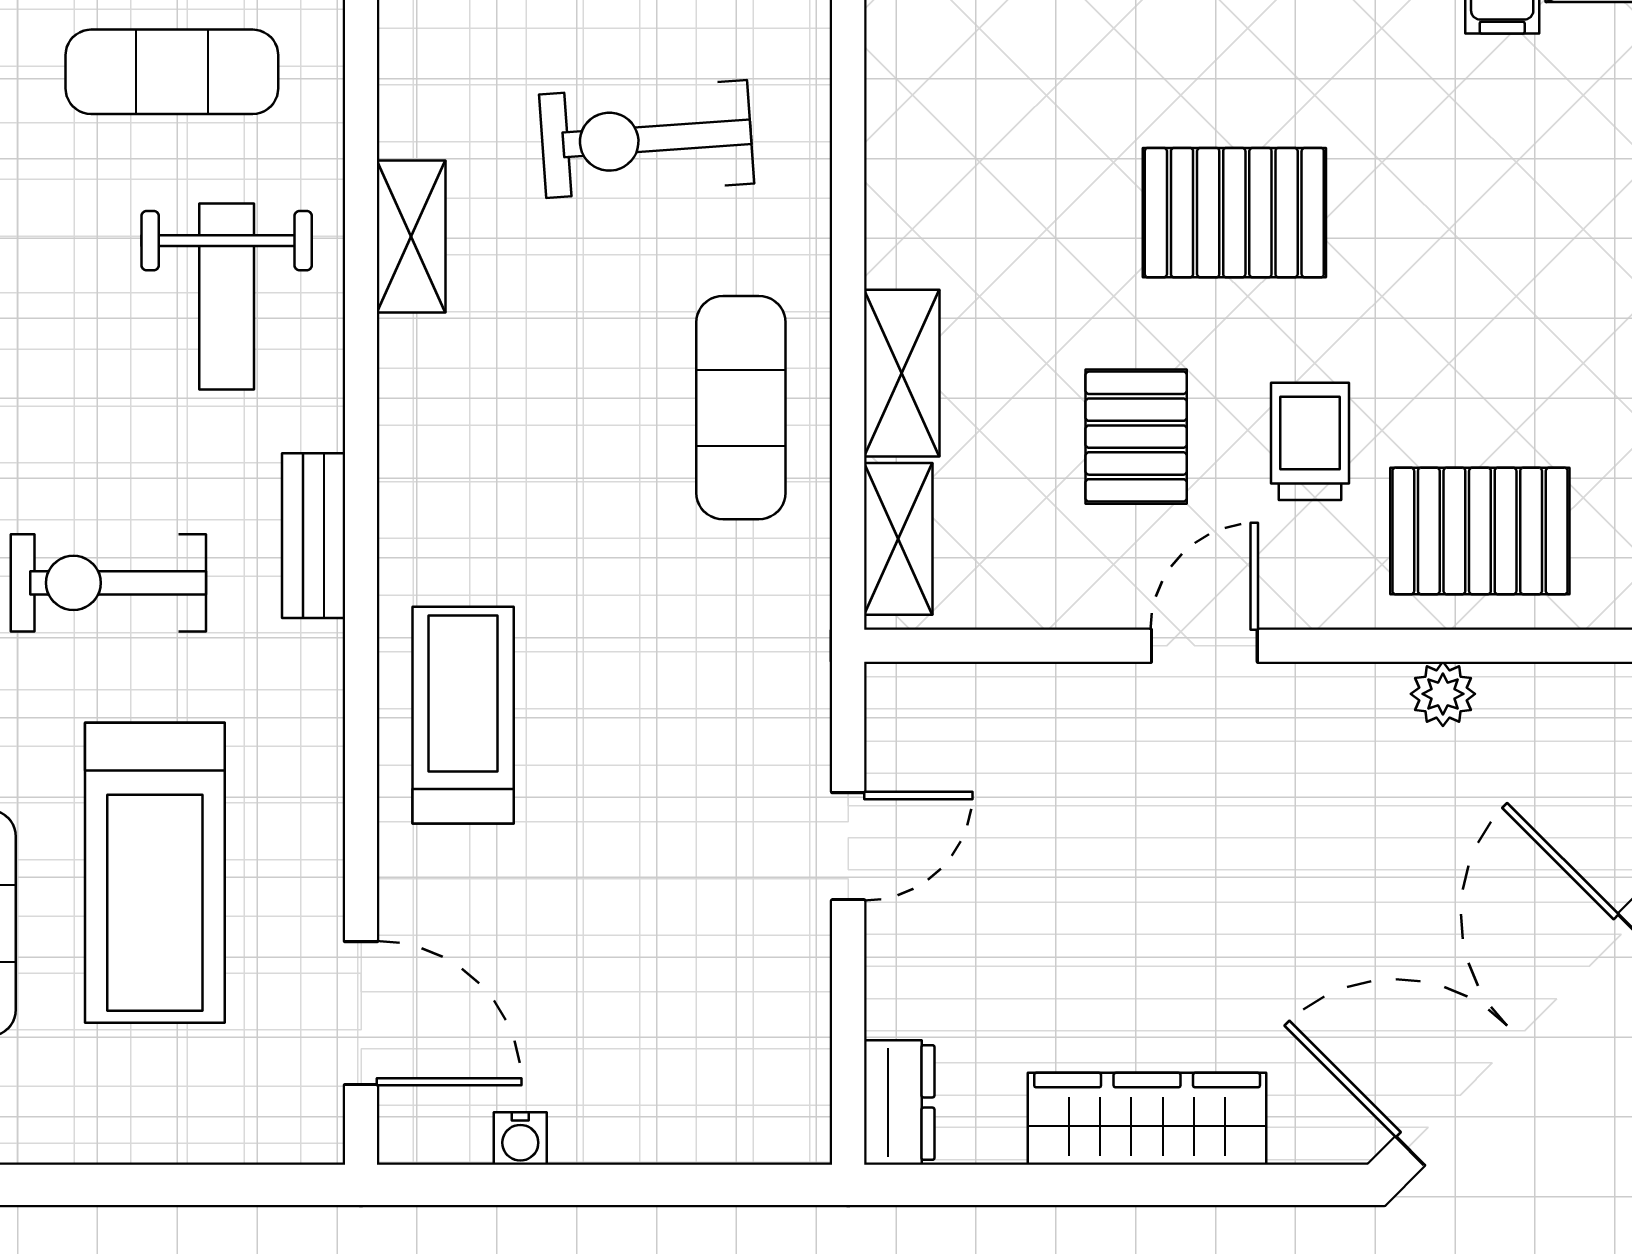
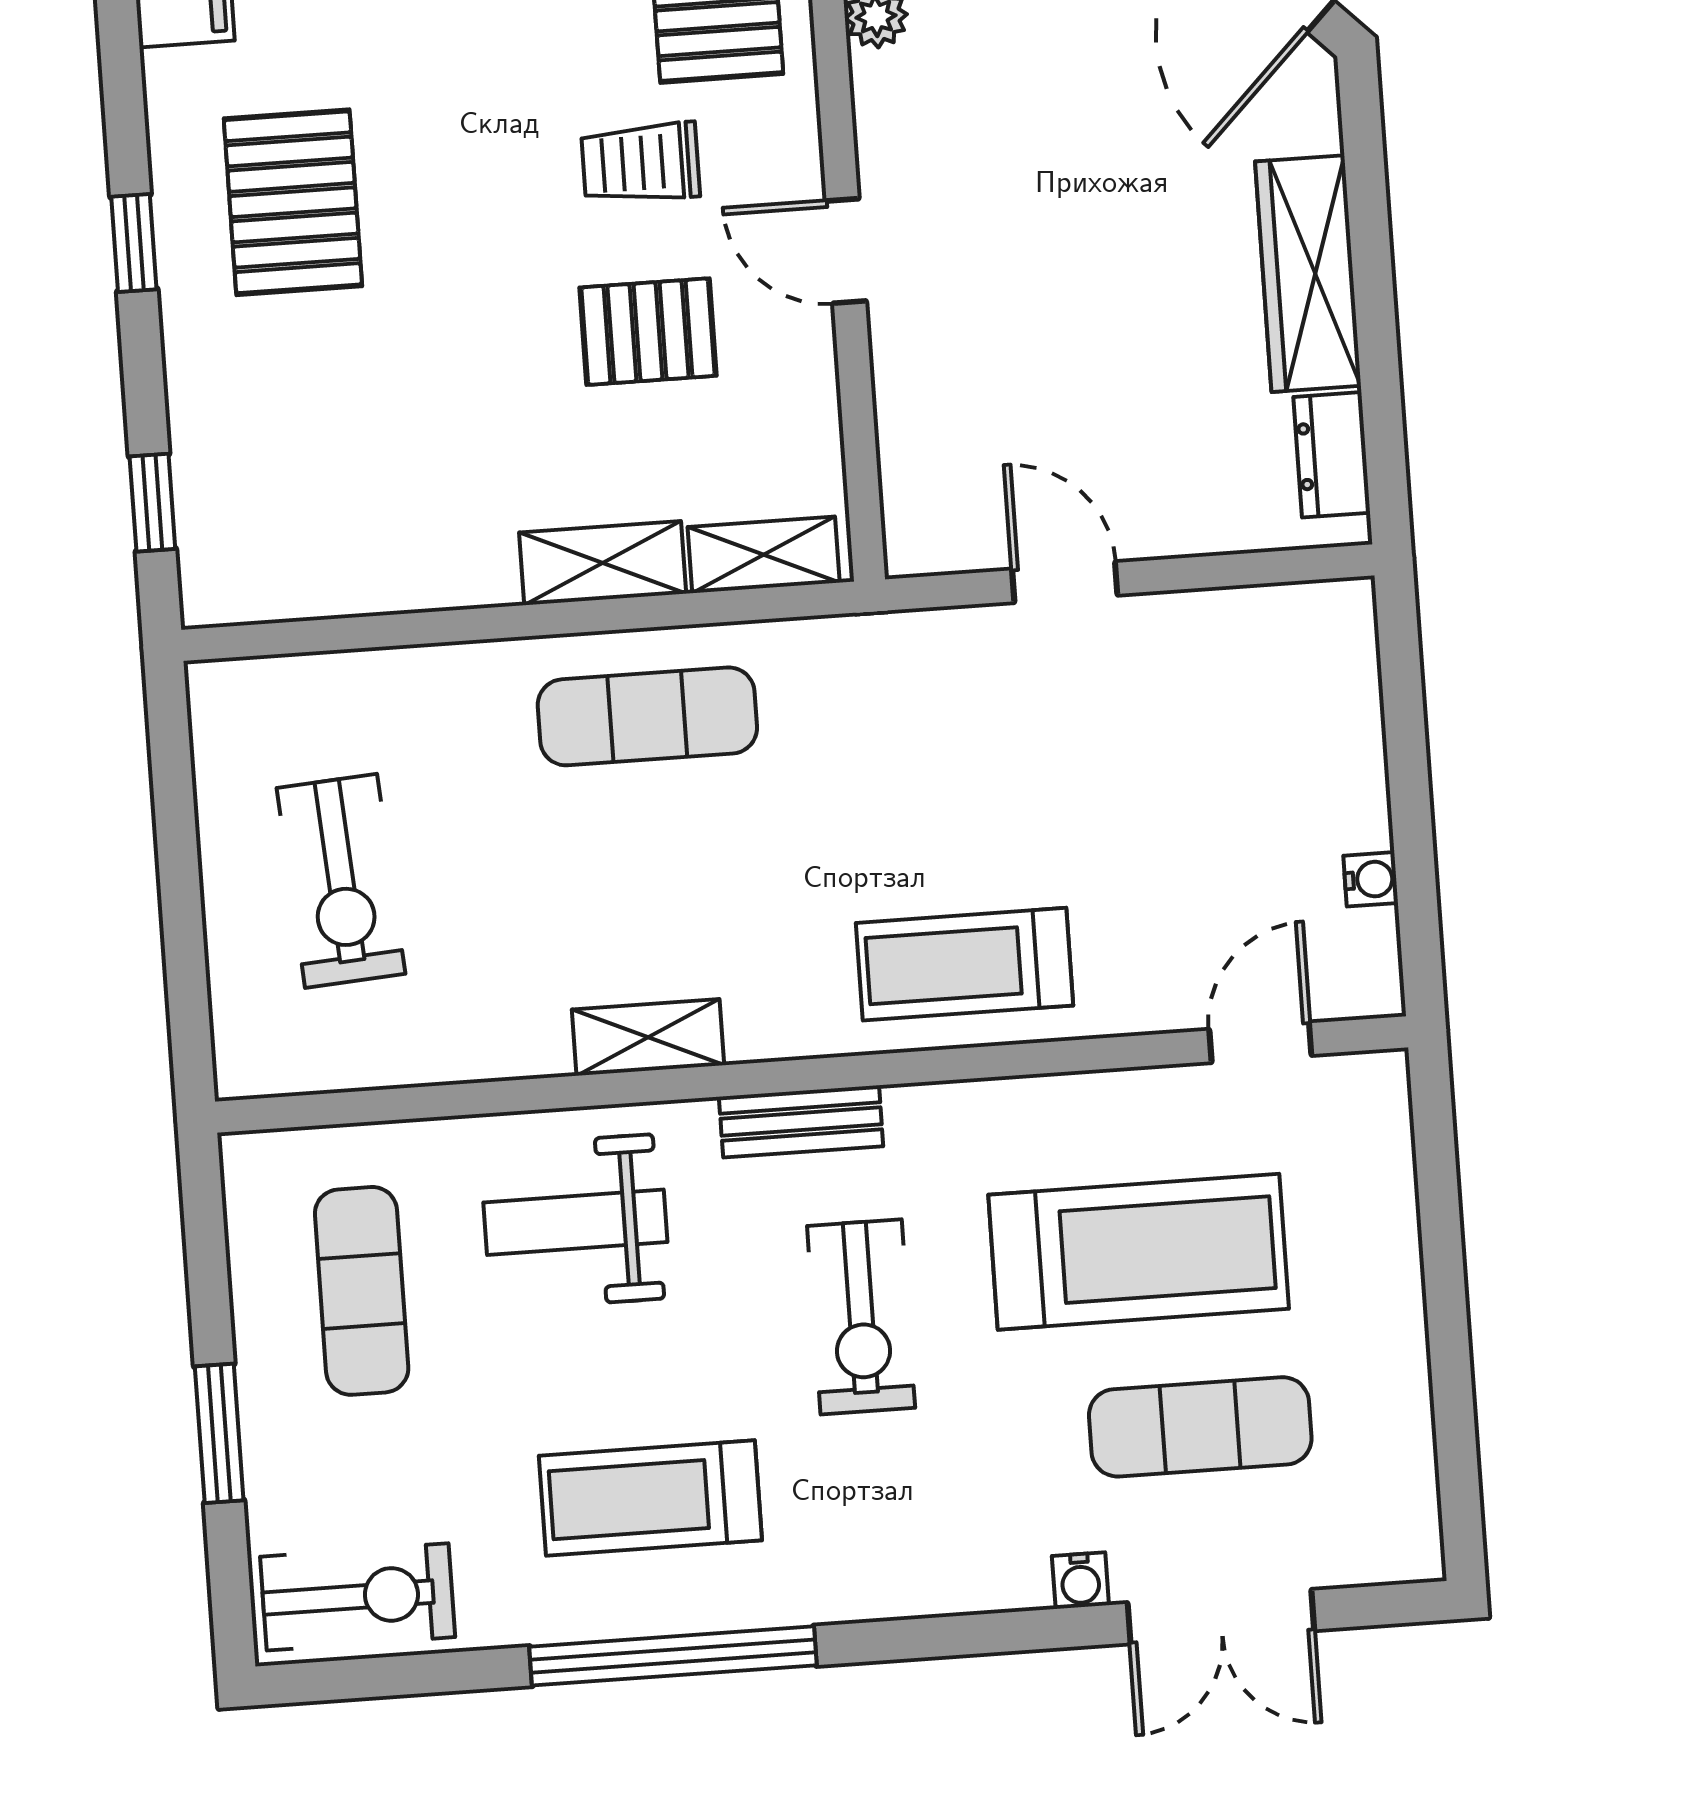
exercise bike: (647, 139) -> (341, 881), moved
pallet: (1234, 213) -> (293, 202), moved
shelving: (411, 236) -> (648, 1037), moved
weight bench: (227, 296) -> (575, 1222), turned 180
door: (361, 1013) -> (1260, 1042), width x0.73
dresser: (899, 1102) -> (1332, 455), moved, turned -90

